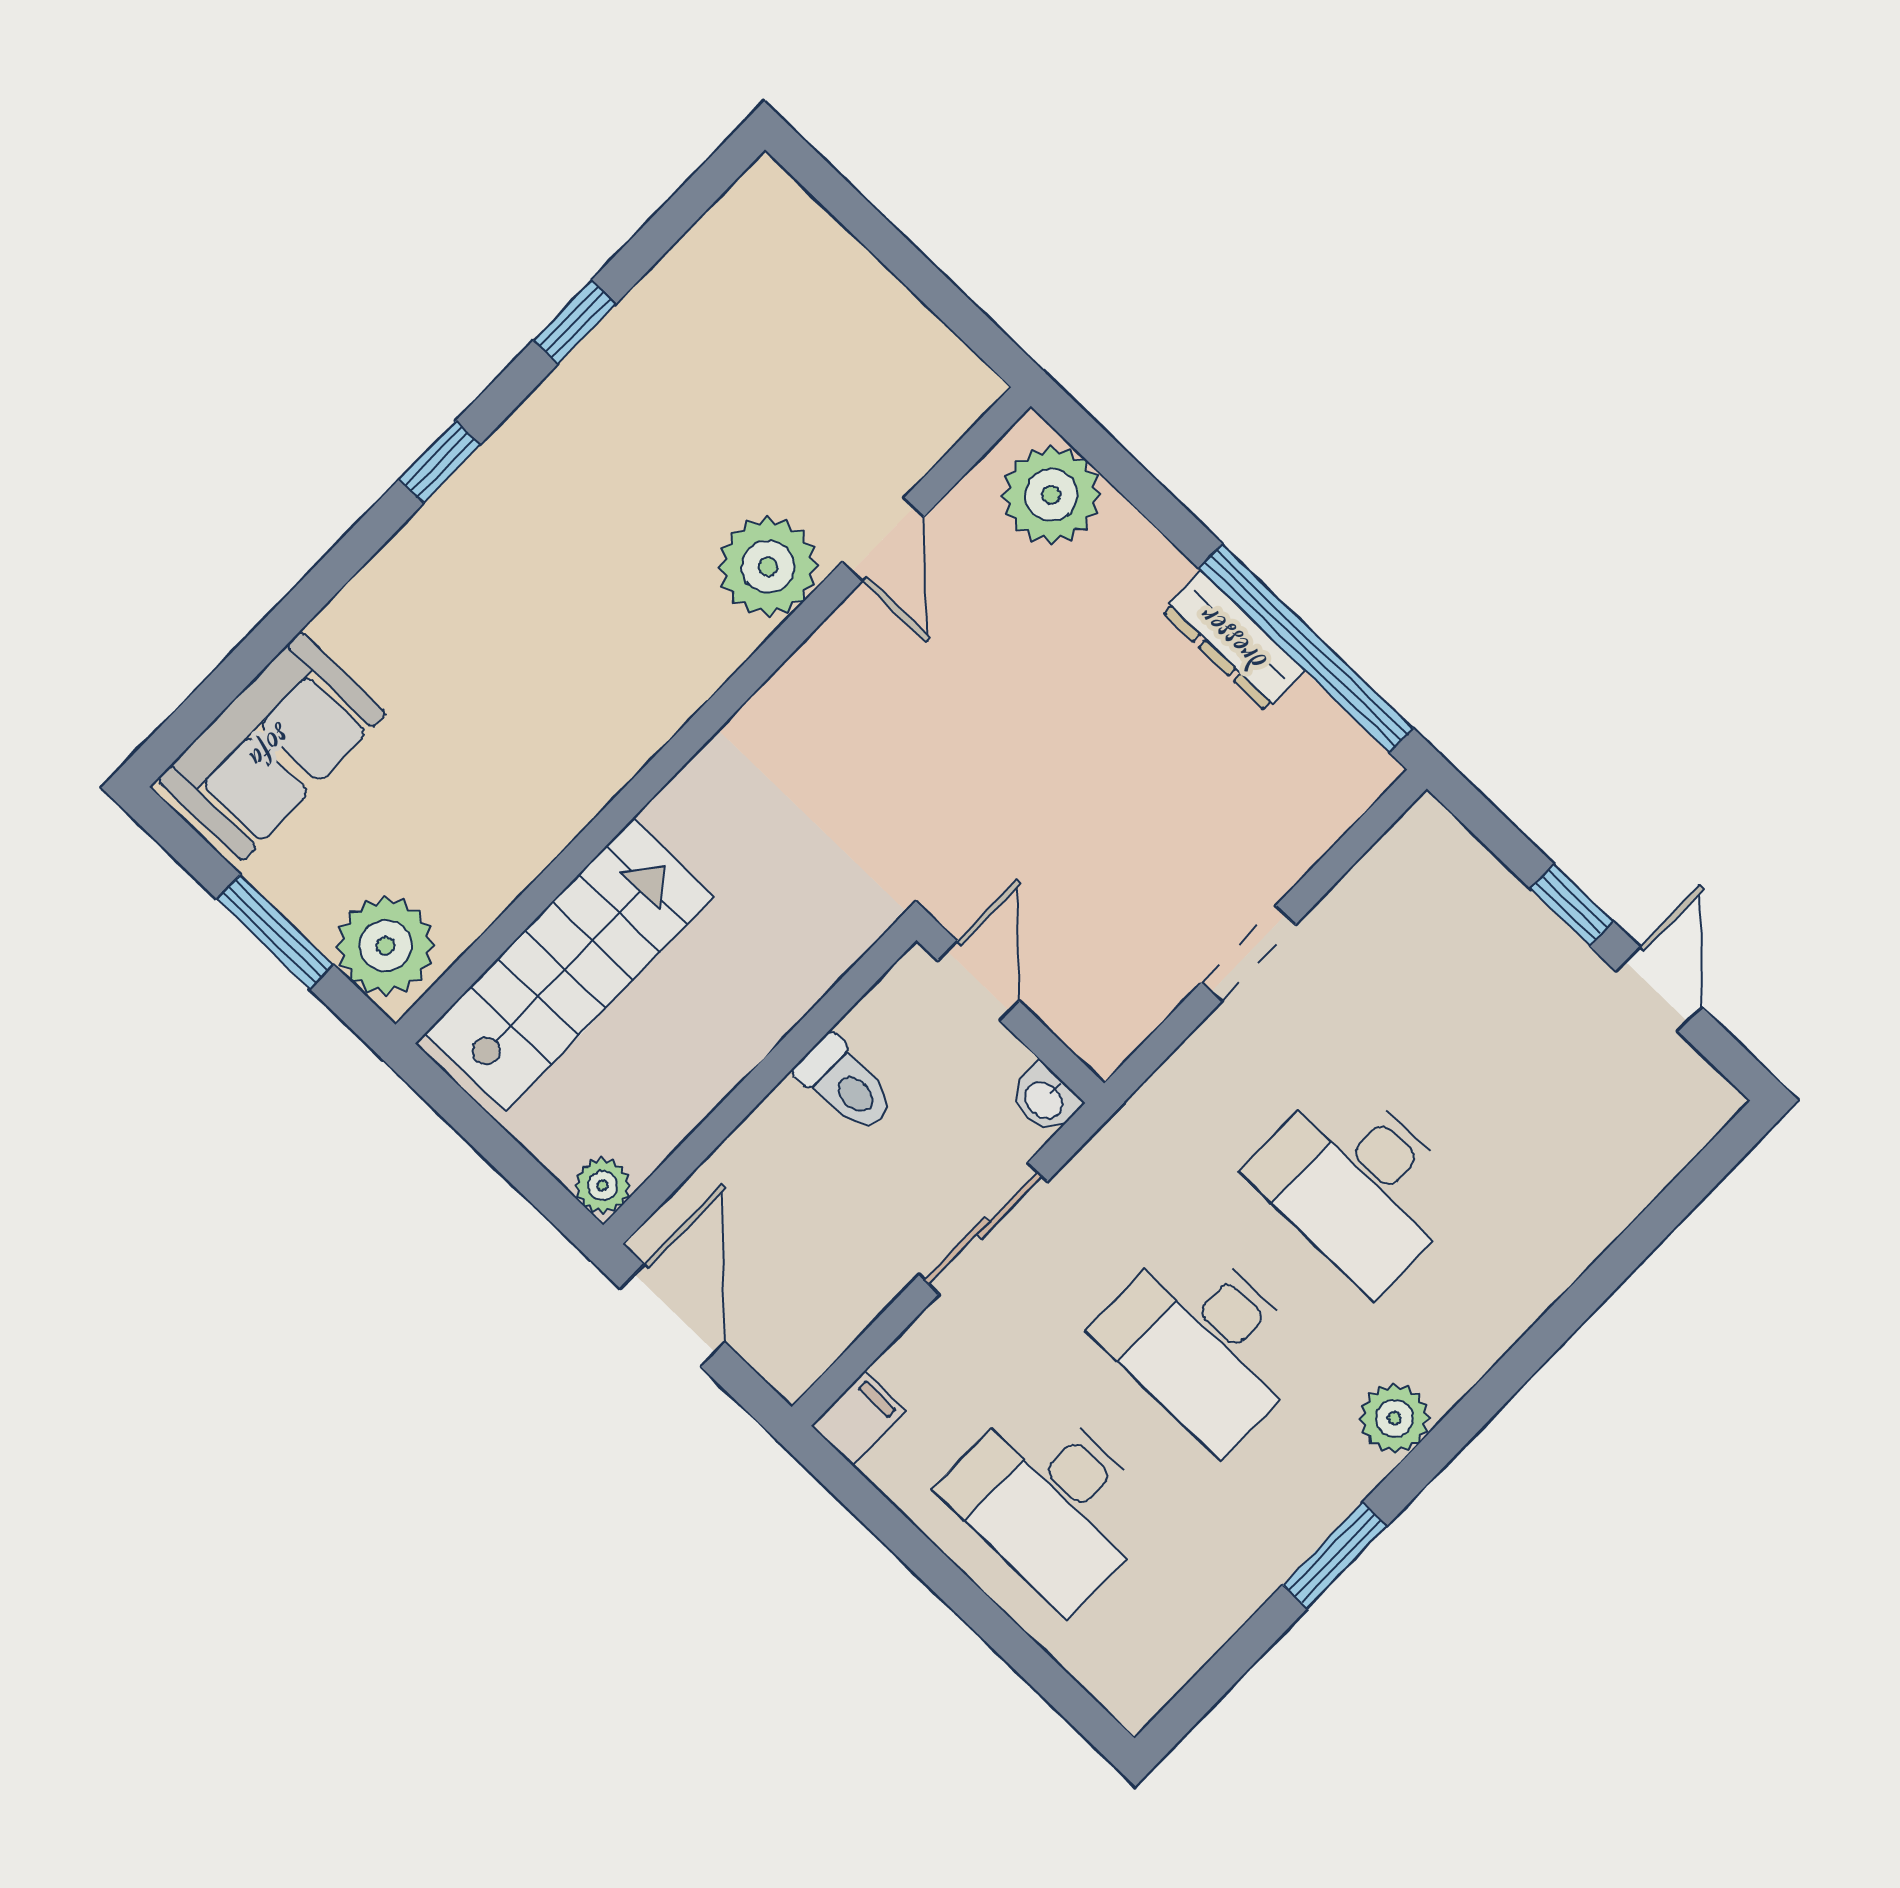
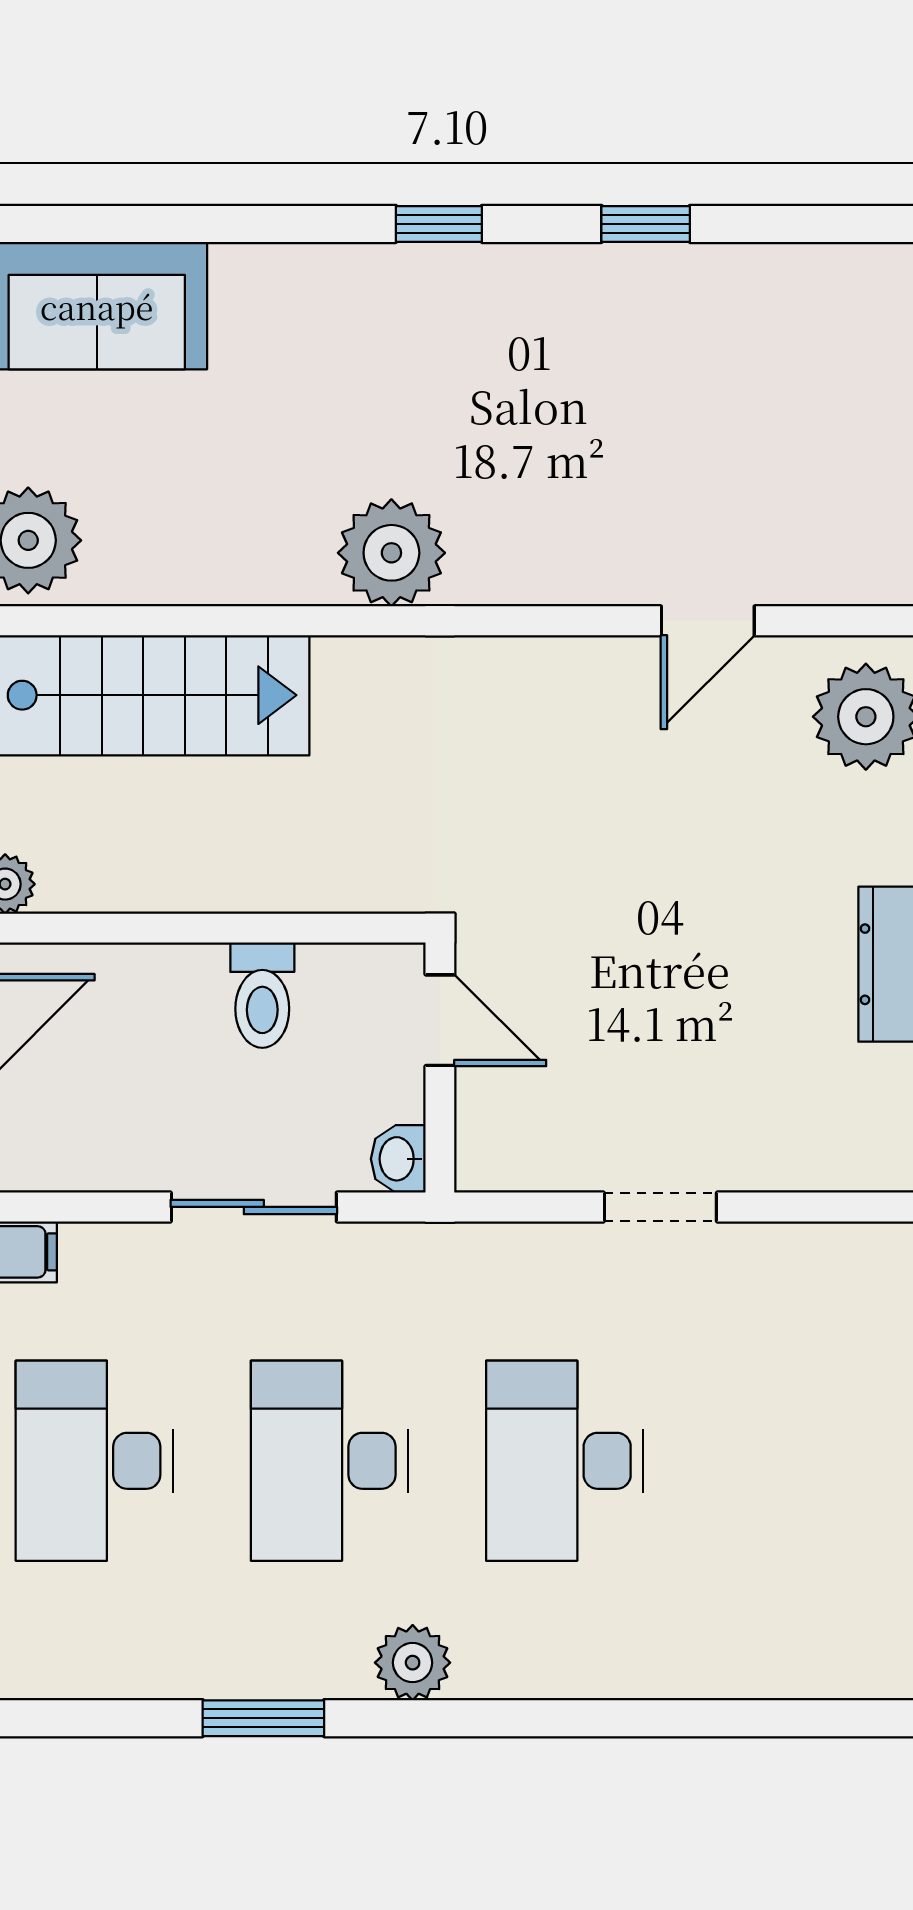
plant: (768, 567) -> (391, 553), moved
door: (978, 981) -> (440, 1020), hinge flipped

